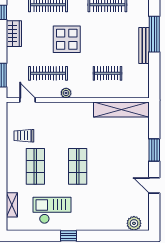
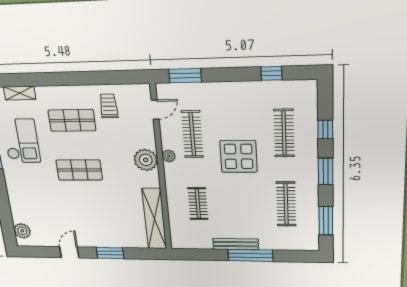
wardrobe: (14, 34) -> (243, 91), removed
plant: (69, 111) -> (146, 160), added

